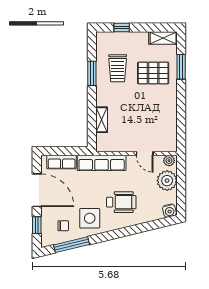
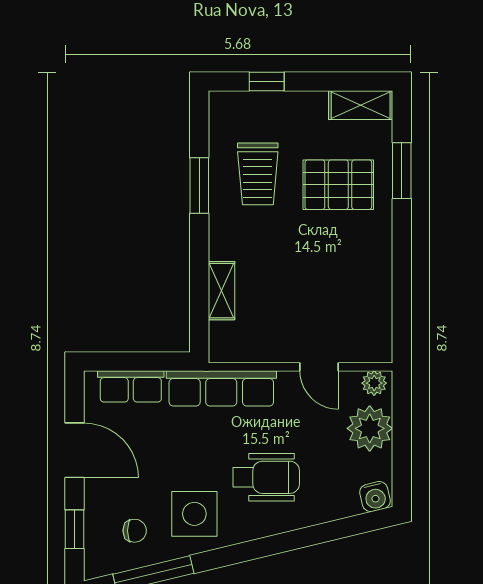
door: (37, 190) -> (75, 450), width x0.73

